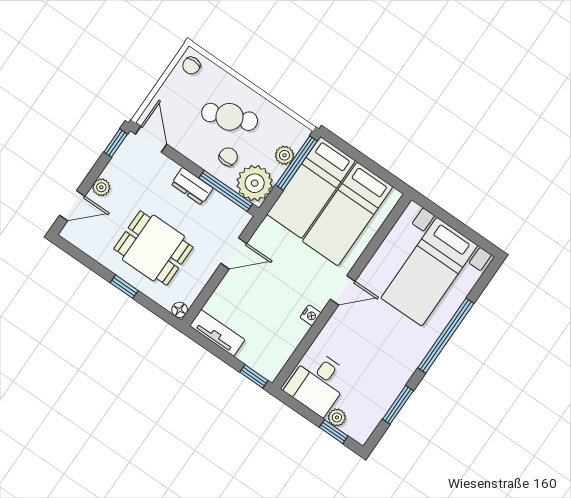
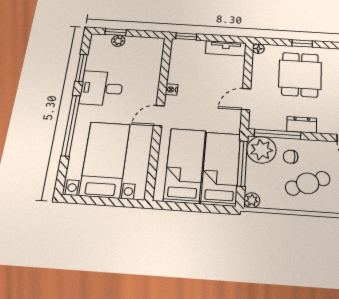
plant: (284, 155) -> (252, 200), moved
chair: (228, 157) -> (291, 157), turned 90
window: (296, 163) -> (242, 163), moved
dining table: (153, 248) -> (300, 75), turned 90
desk: (318, 383) -> (102, 88), moved, turned -90

